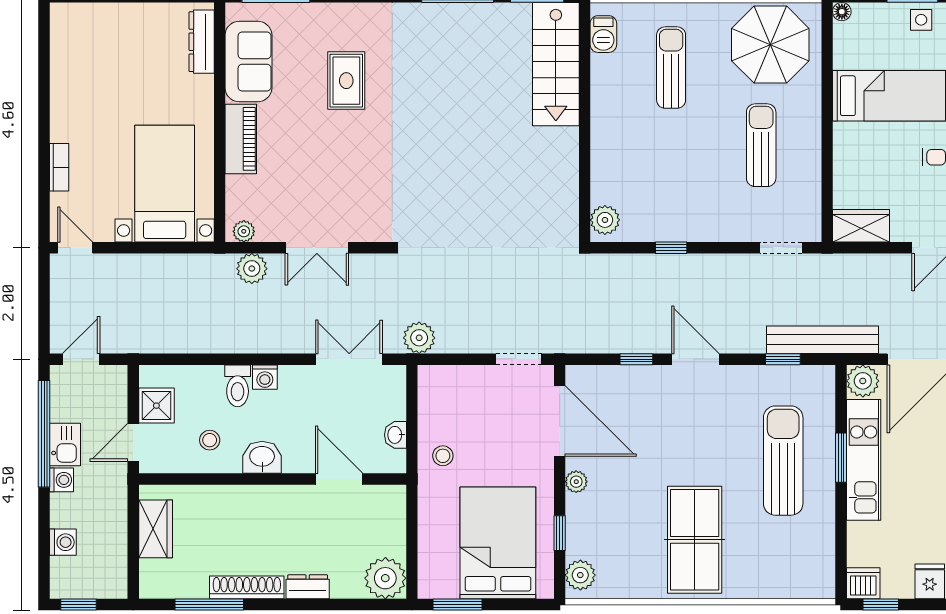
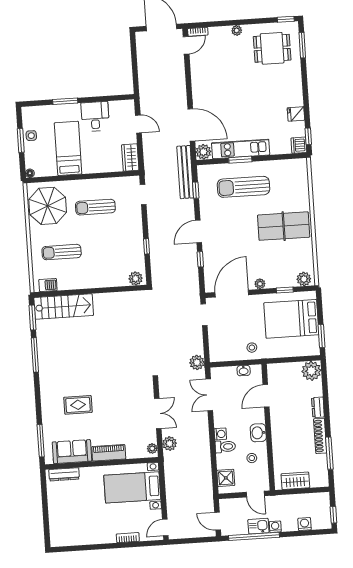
shower: (156, 406) -> (226, 478), moved

